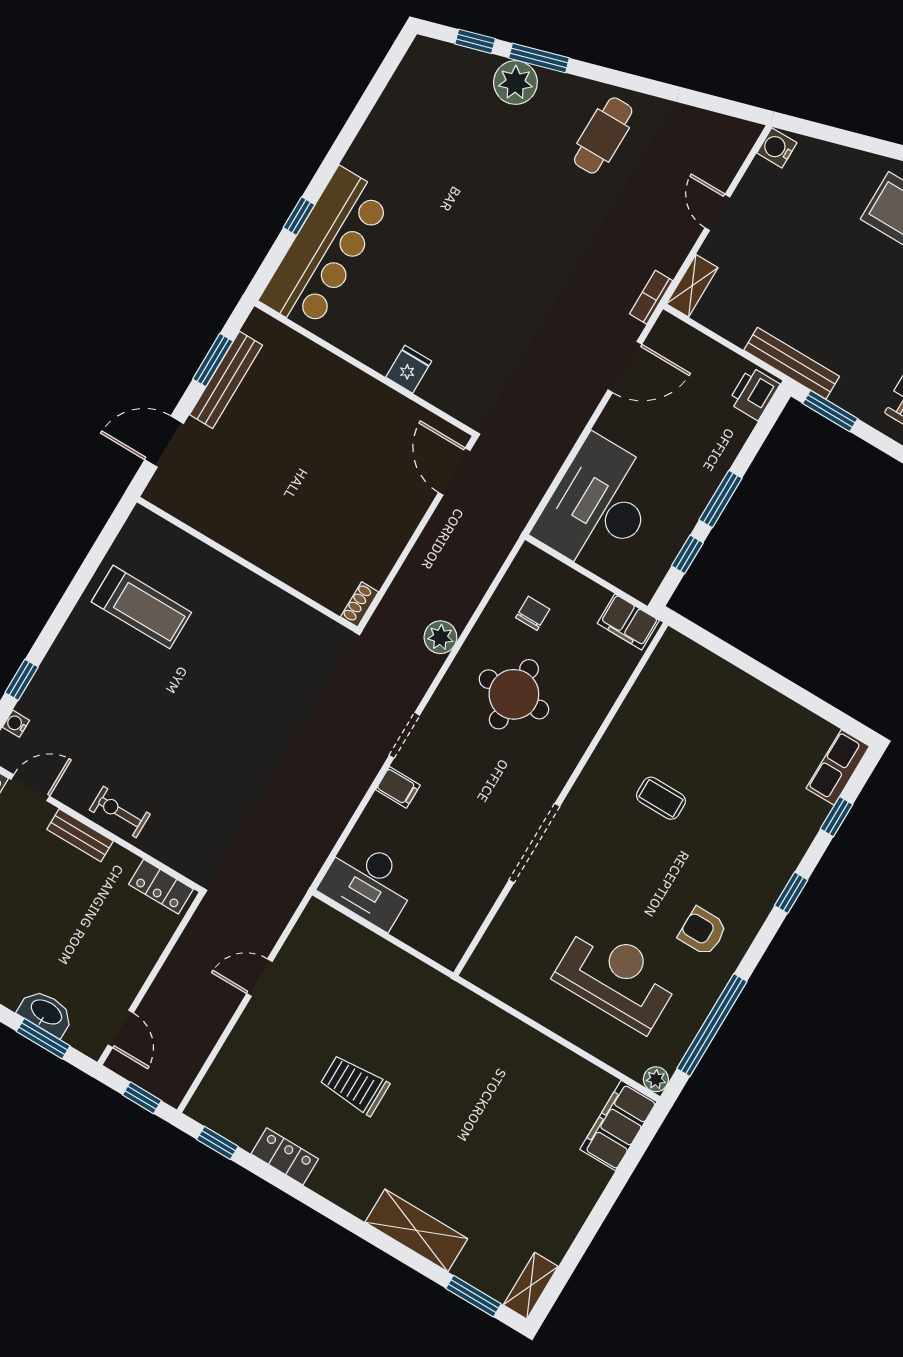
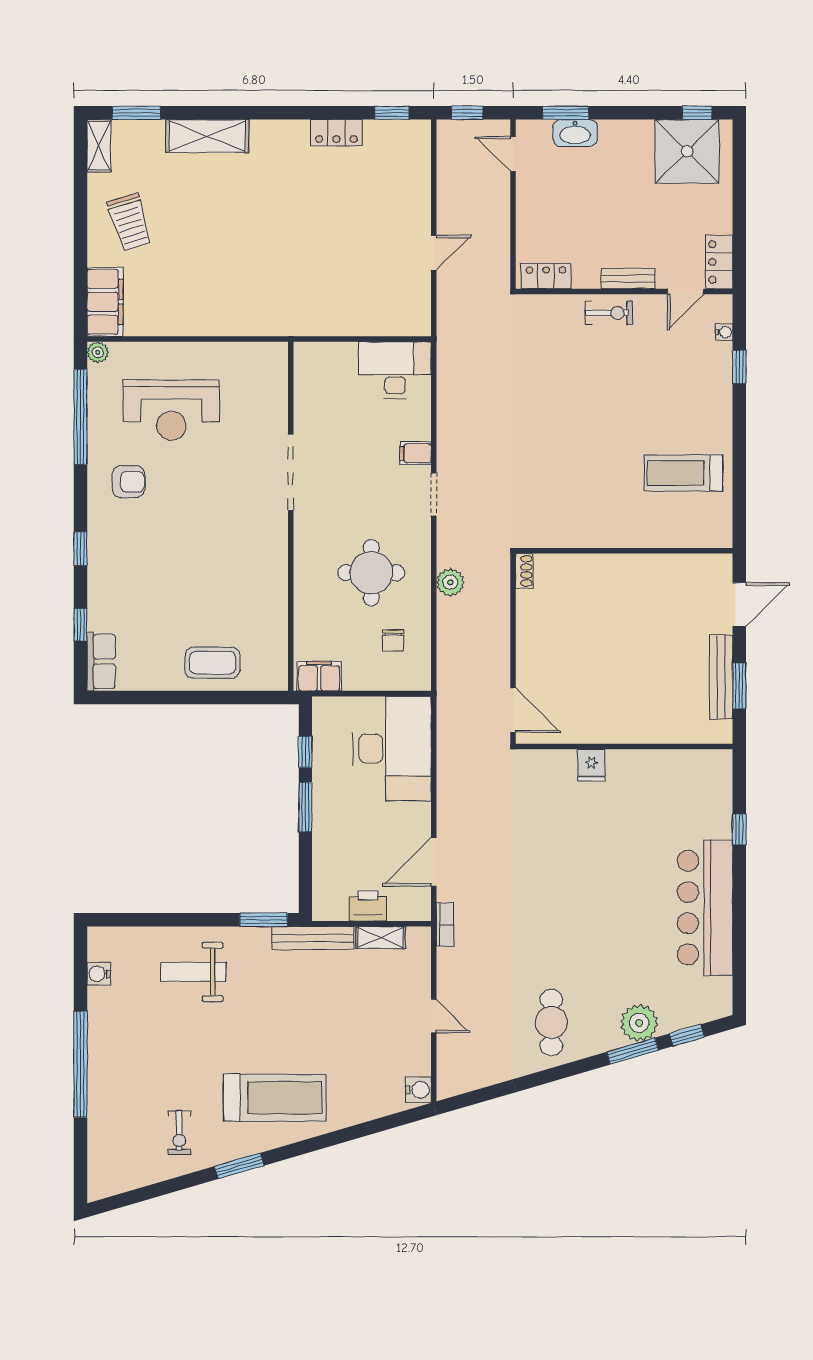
bar counter: (326, 249) -> (705, 908), moved
shelving: (692, 286) -> (381, 938), moved, turned 90
printer: (754, 393) -> (368, 906), moved, turned -90
coffee table: (661, 798) -> (212, 663), moved, width x1.36, depth x1.30
trolley: (355, 1085) -> (130, 222), moved, turned 73

